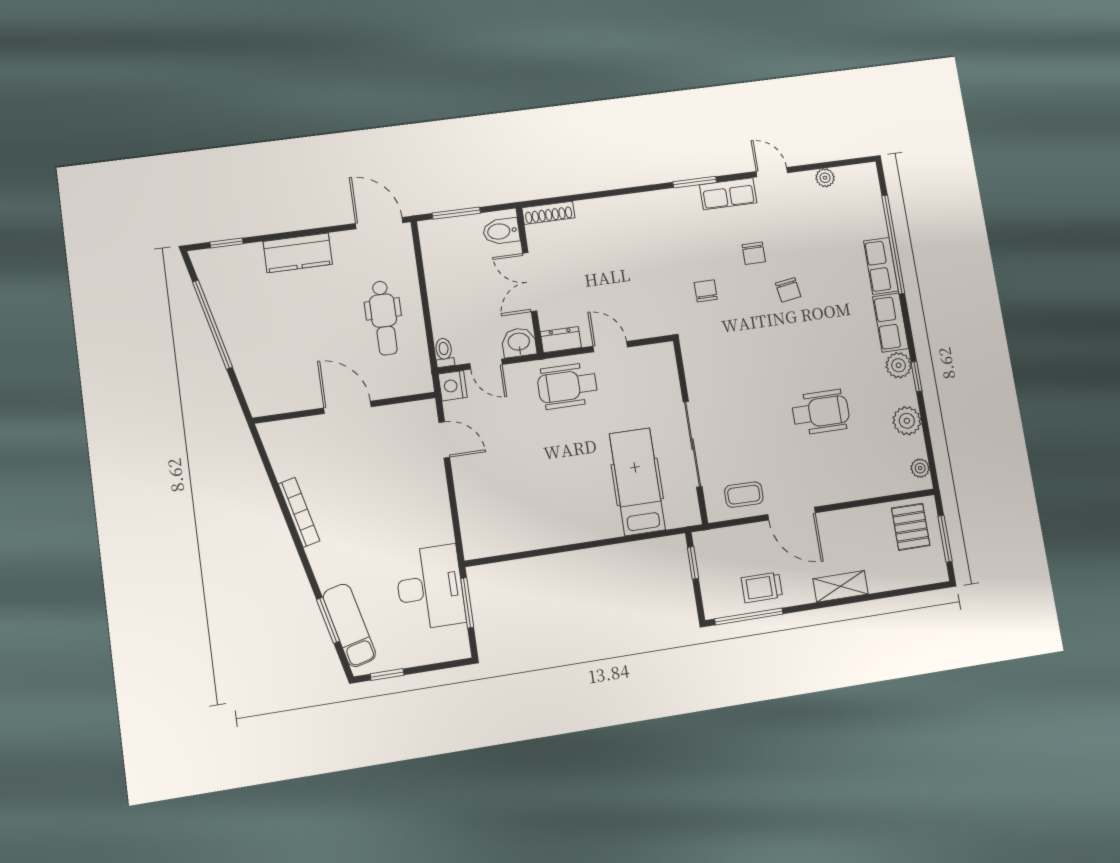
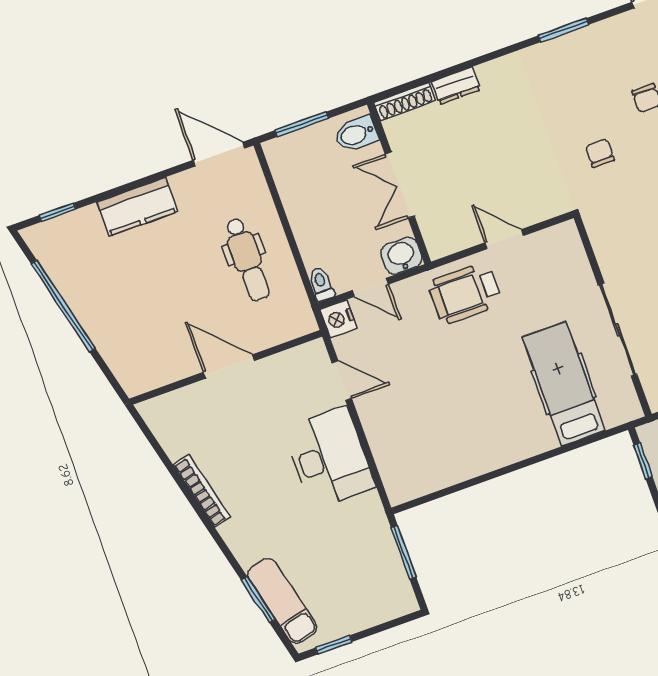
row of seats: (728, 194) -> (604, 35), removed
dresser: (561, 340) -> (456, 86), moved, turned 180
desk: (430, 587) -> (329, 458), moved

